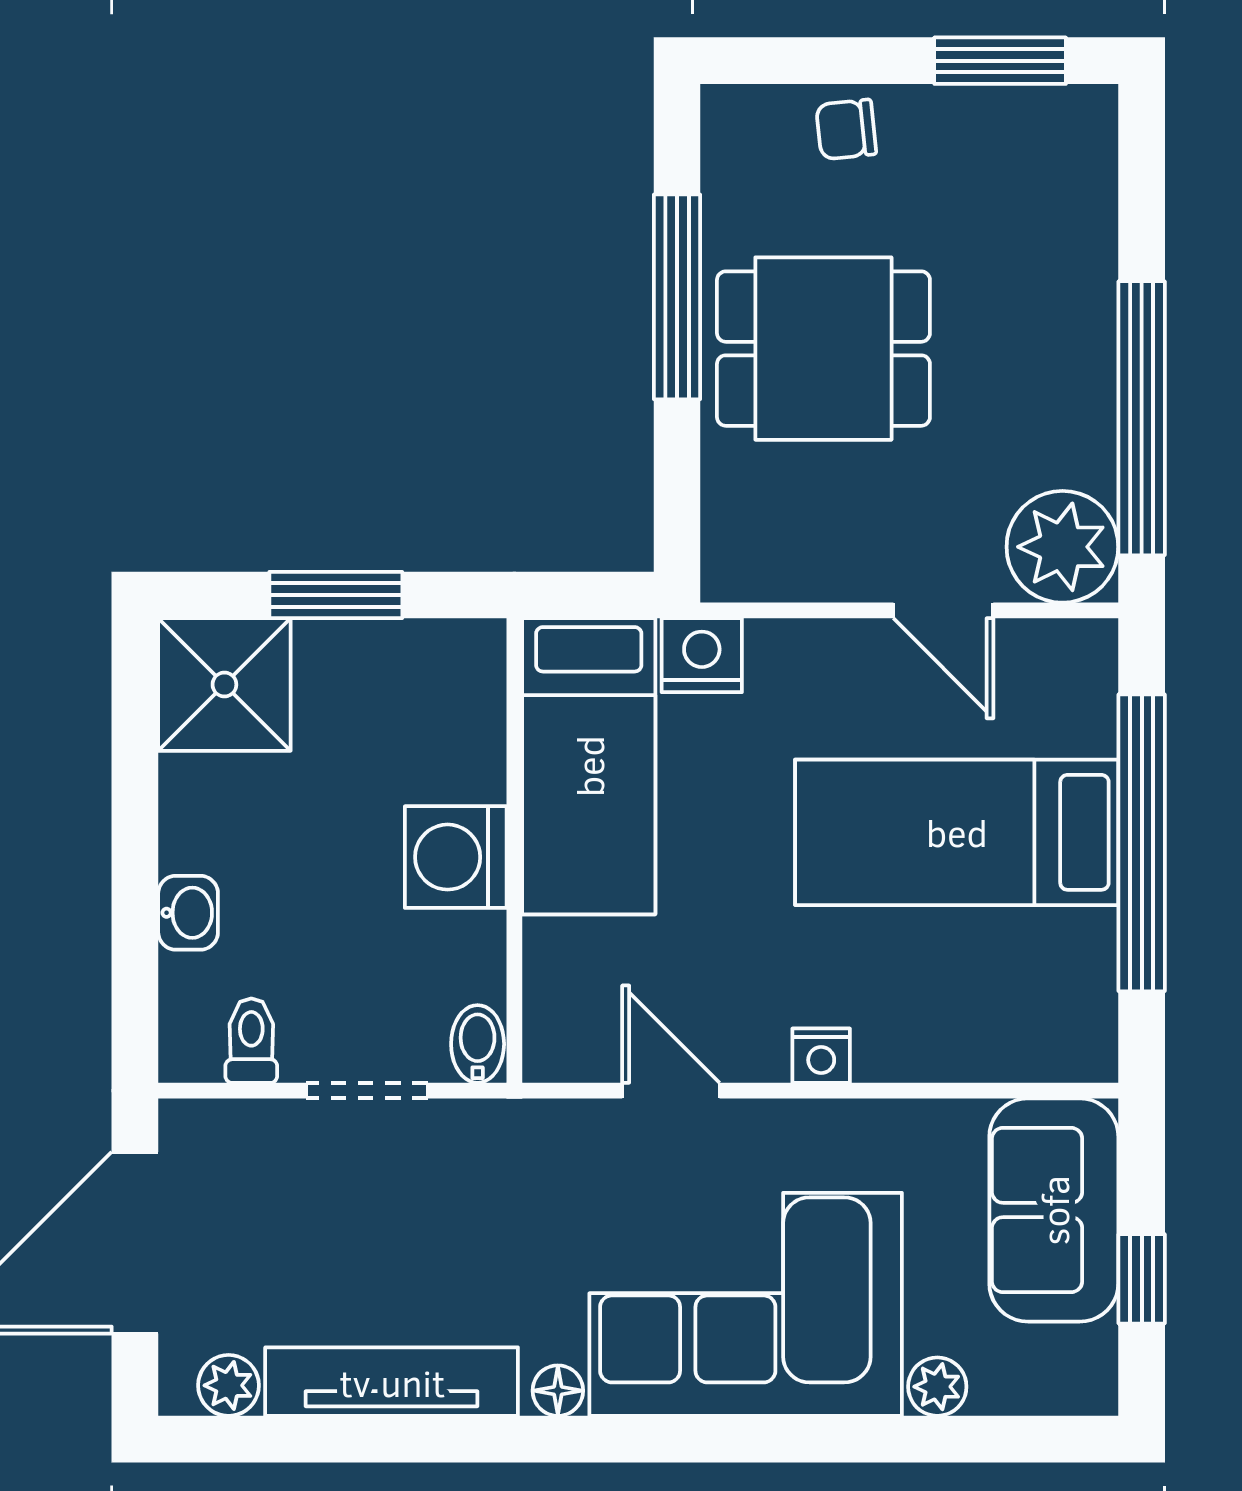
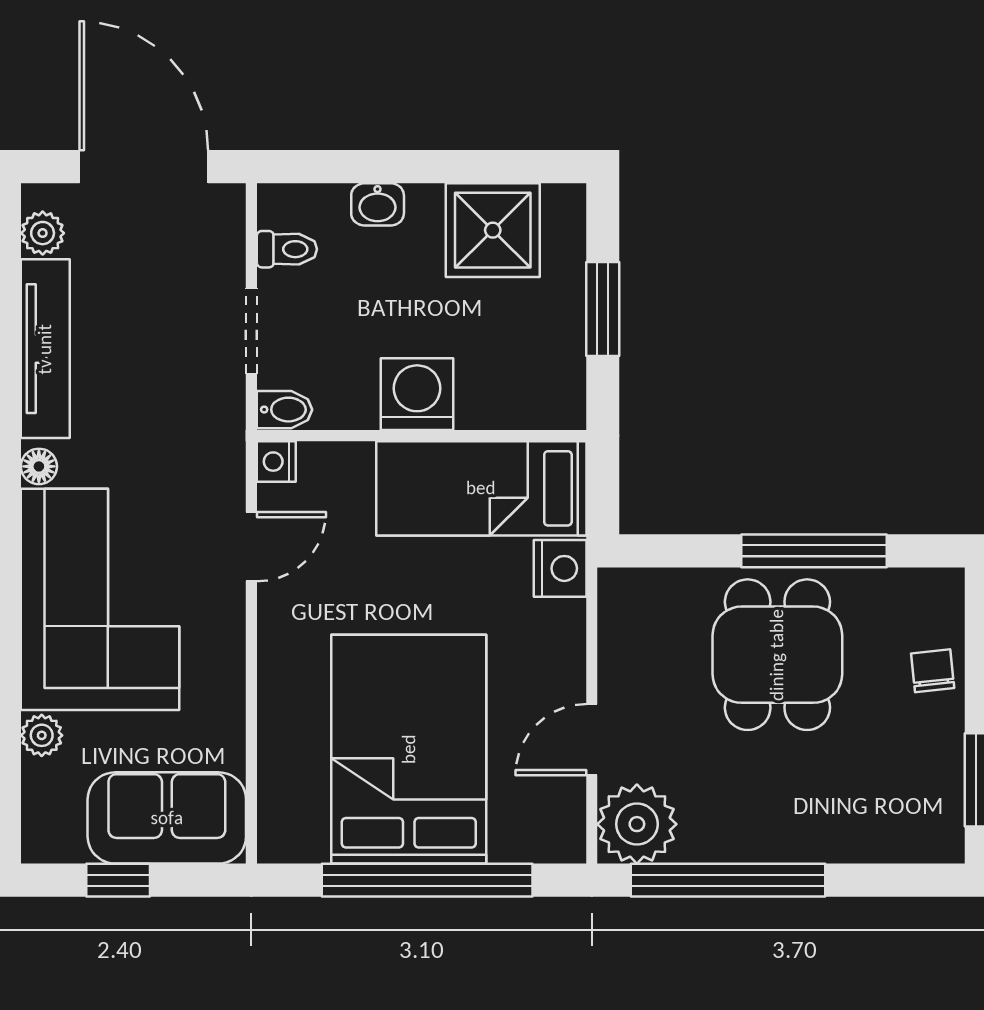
shower: (224, 685) -> (493, 230), moved
bed: (957, 832) -> (409, 749), width x1.50
nightstand: (821, 1056) -> (276, 462), moved

